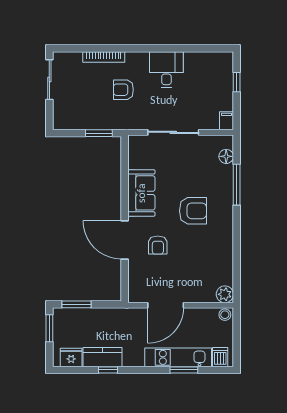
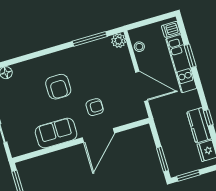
window: (237, 185) -> (90, 39), moved
armchair: (193, 211) -> (58, 87), turned 180
stool: (225, 315) -> (139, 47), moved

